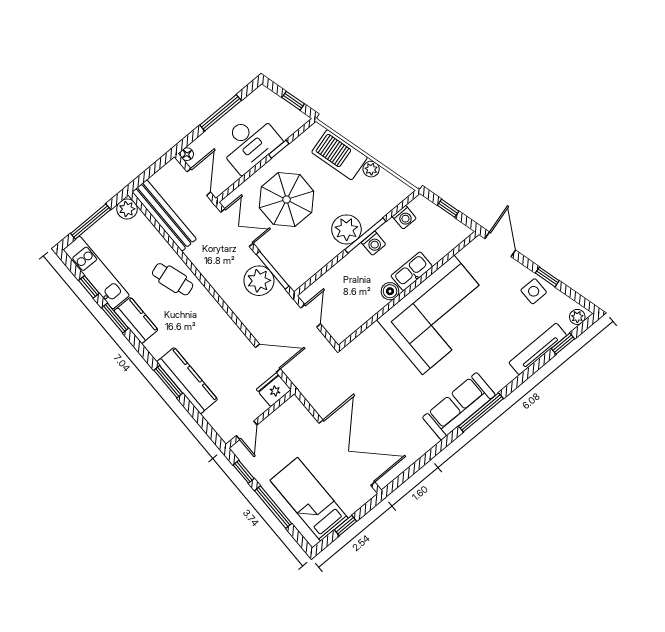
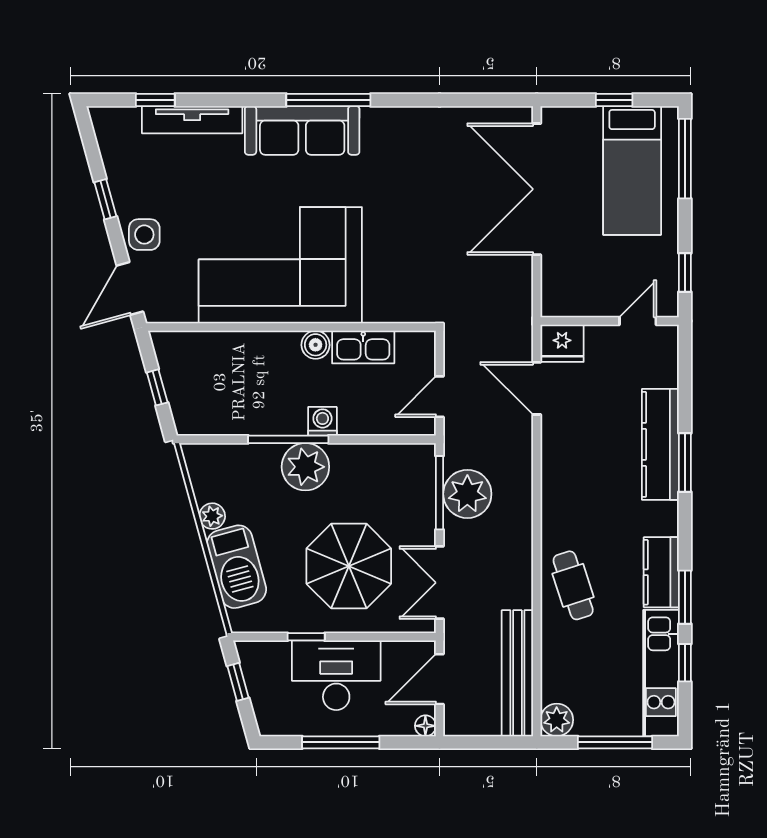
washing machine: (404, 217) -> (221, 422), removed
washing machine: (374, 243) -> (322, 421), moved
kitchen sink: (412, 271) -> (363, 347), moved
side table: (534, 291) -> (144, 235), moved
plant: (577, 317) -> (110, 118), removed
sofa: (459, 406) -> (302, 130), moved
window: (273, 507) -> (685, 159), moved

